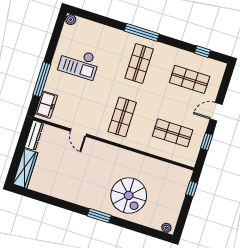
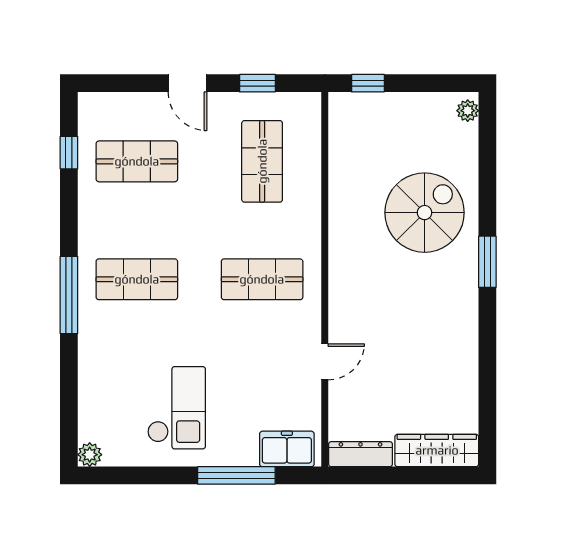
shop shelf: (190, 79) -> (137, 161), turned 90

